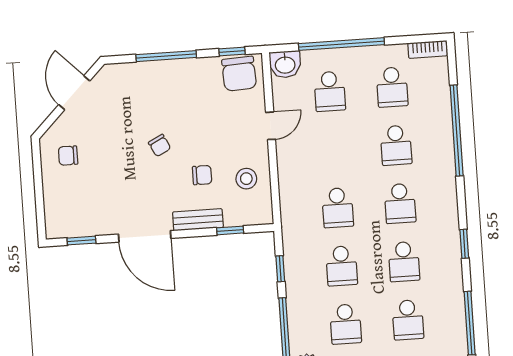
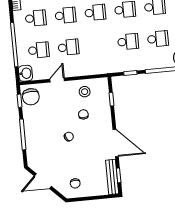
chair: (239, 74) -> (31, 97), turned 90
door: (271, 126) -> (57, 80), hinge flipped
school desk: (338, 208) -> (68, 47), moved
bench: (198, 220) -> (112, 177), moved, width x1.36
door: (145, 236) -> (116, 143), hinge flipped

